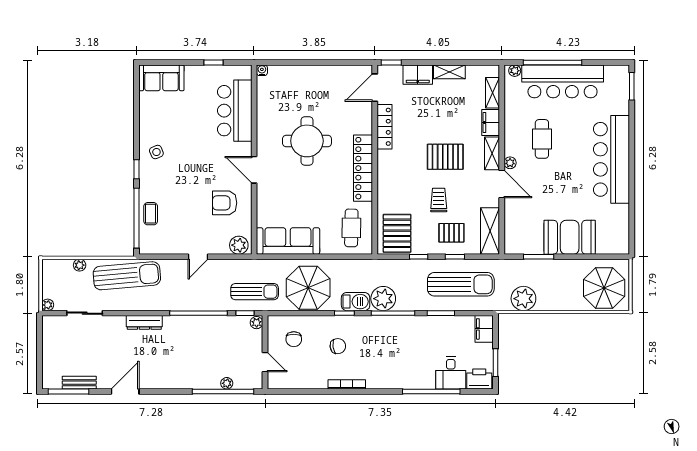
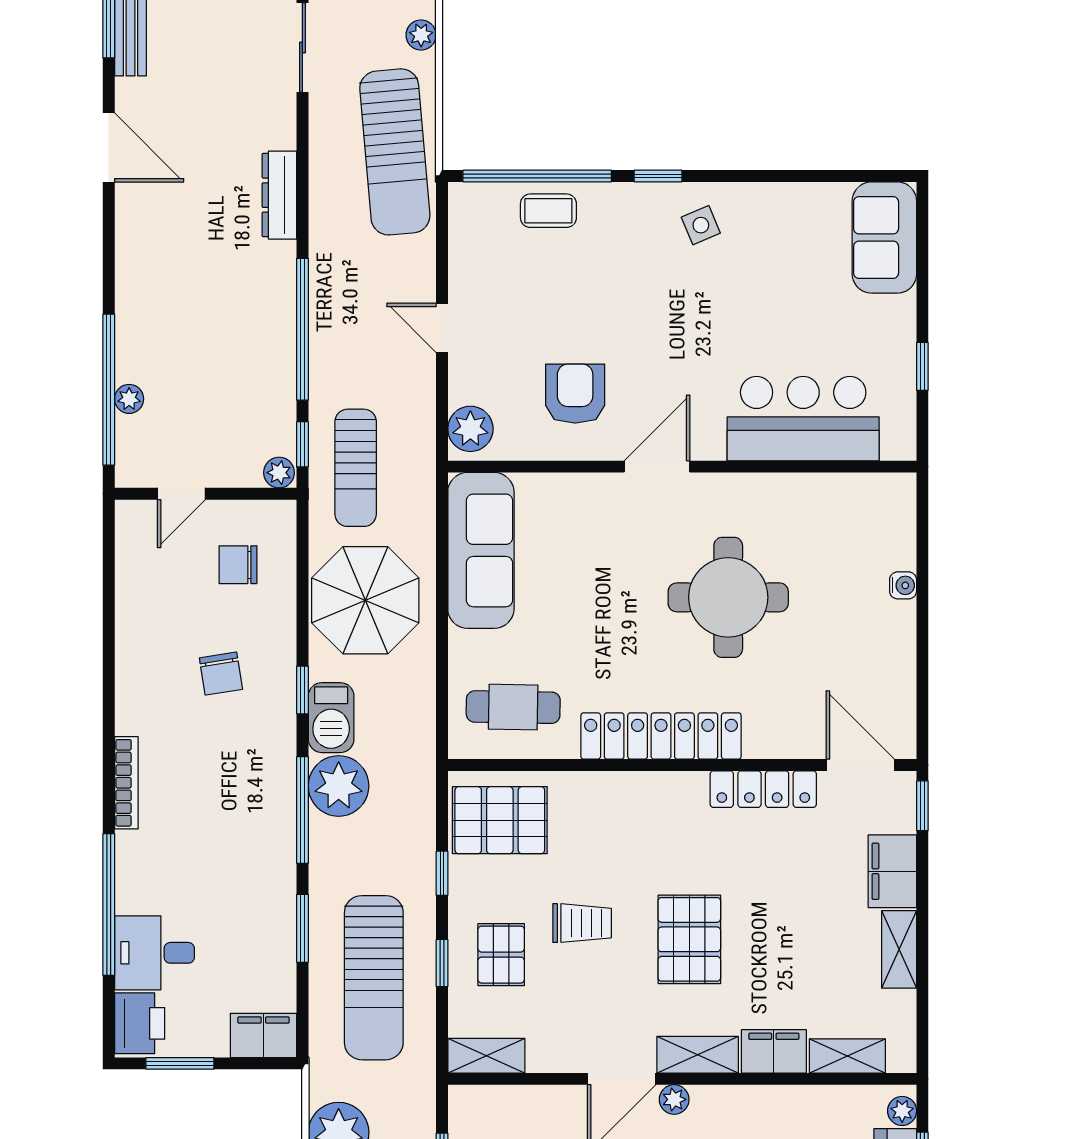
water cooler: (262, 70) -> (903, 585), moved
shelving: (490, 231) -> (486, 1056), width x0.67, depth x0.75
bookcase: (347, 384) -> (126, 783), moved

